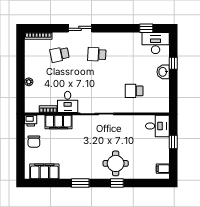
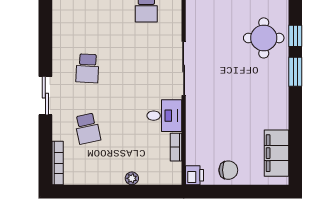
filing cabinet: (59, 122) -> (197, 130), removed
window: (80, 183) -> (295, 72), moved

